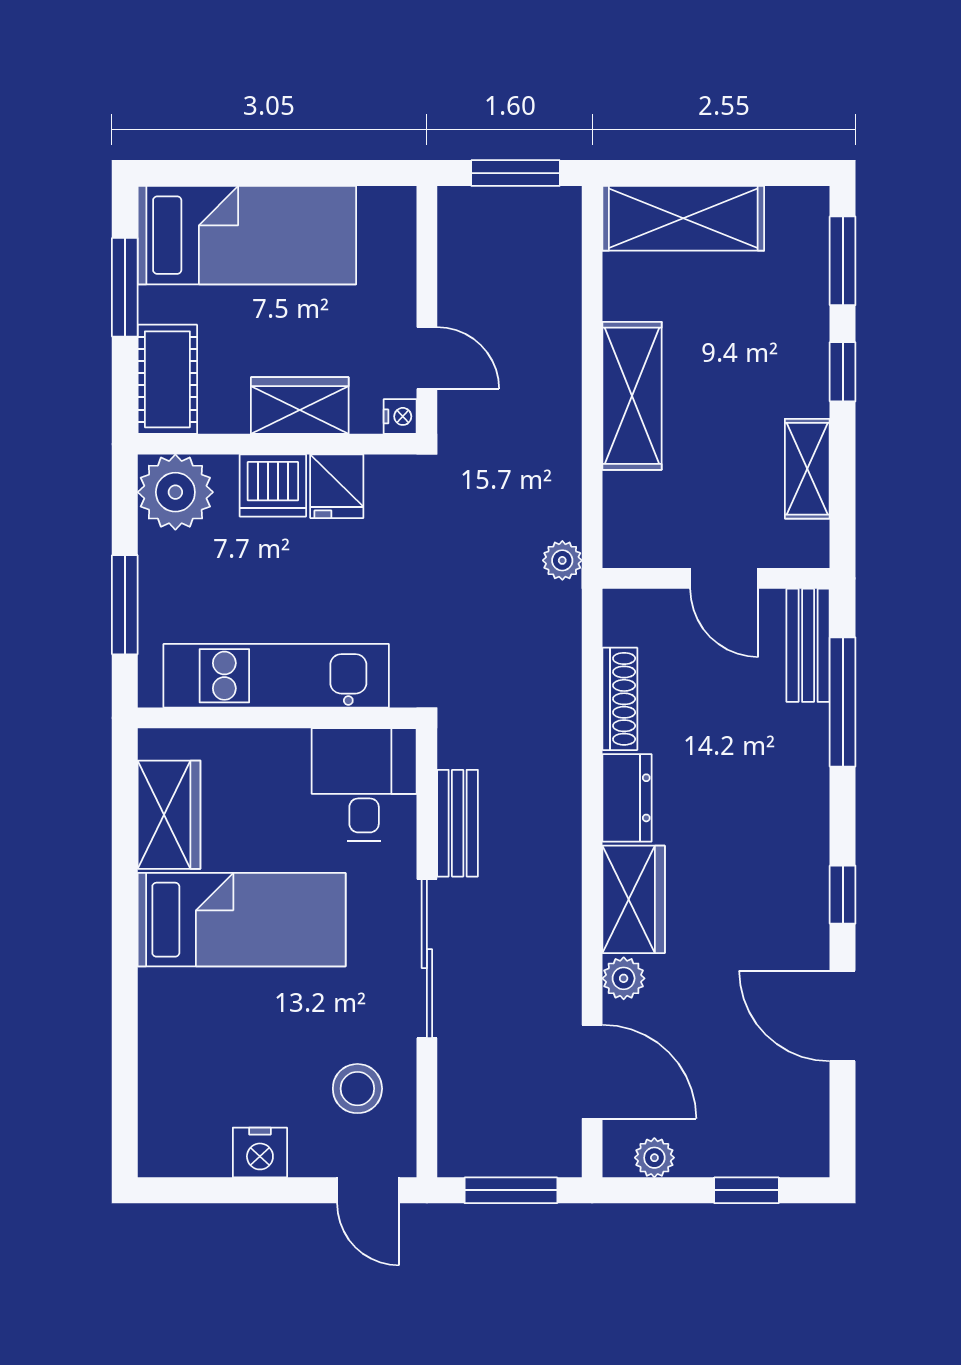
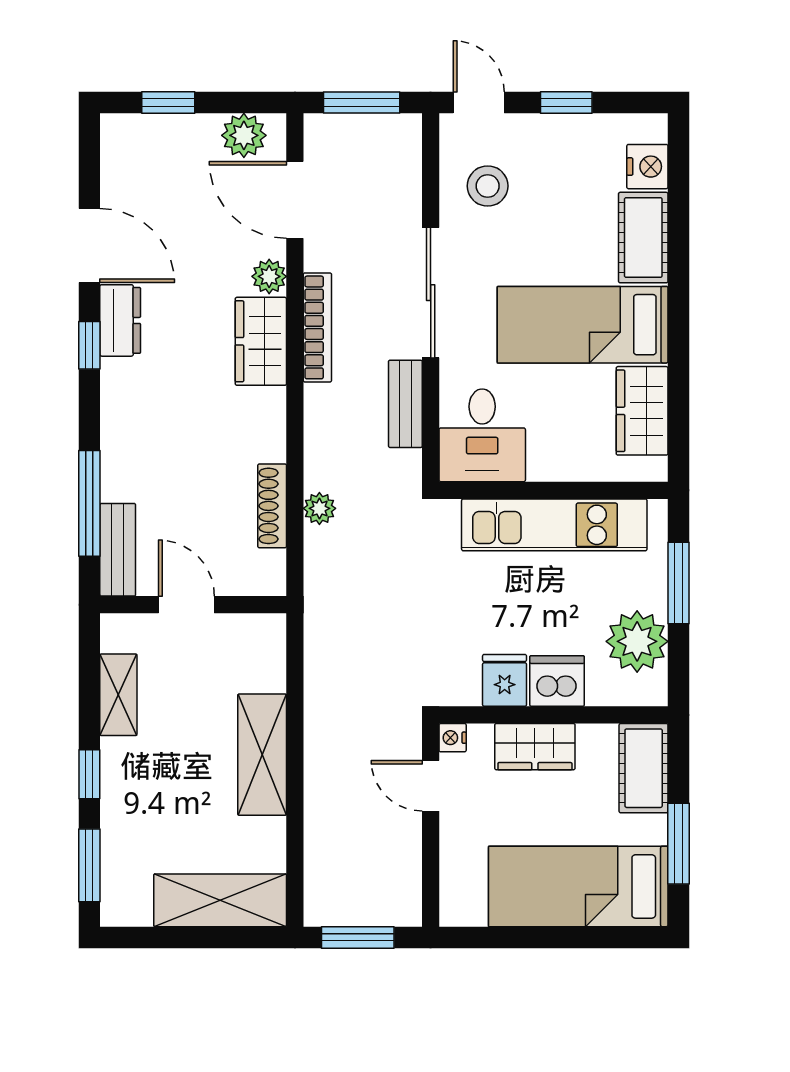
plant: (175, 492) -> (637, 641), moved
plant: (562, 560) -> (319, 508), moved
dresser: (627, 798) -> (120, 320), moved, turned 180
bookcase: (565, 916) -> (317, 327), added
cot: (168, 1026) -> (643, 238), added
nightstand: (260, 1152) -> (647, 167), moved, turned 90
plant: (654, 1158) -> (244, 135), width x1.38, depth x1.38
window: (262, 1190) -> (566, 103), added

